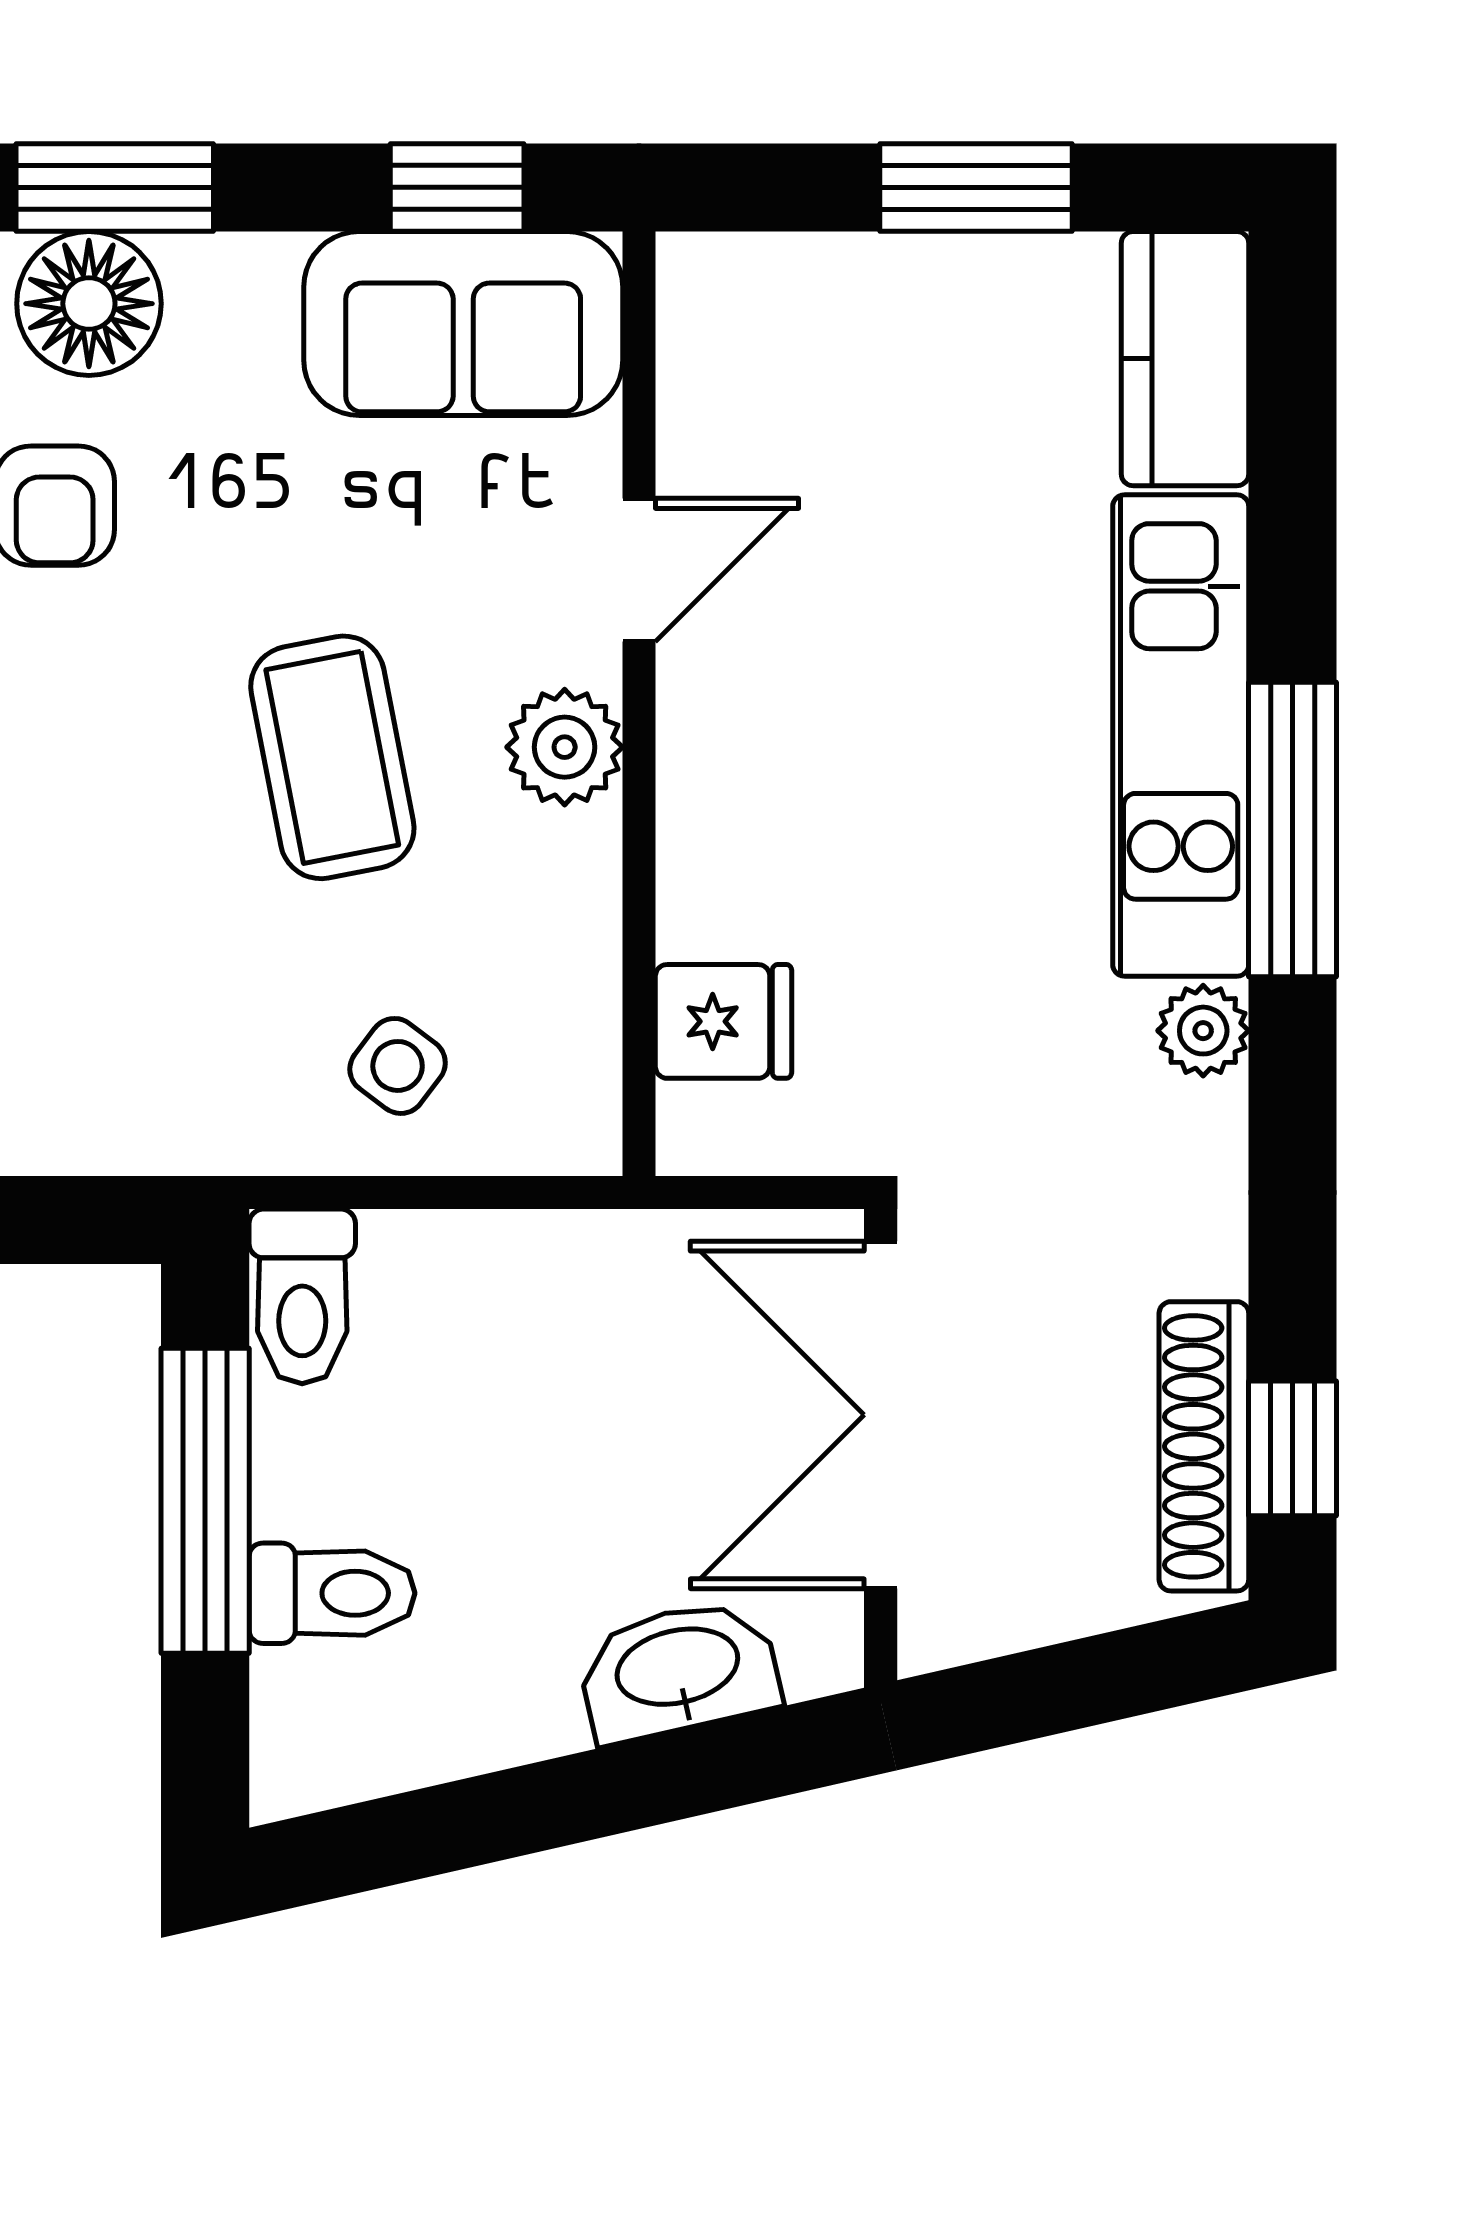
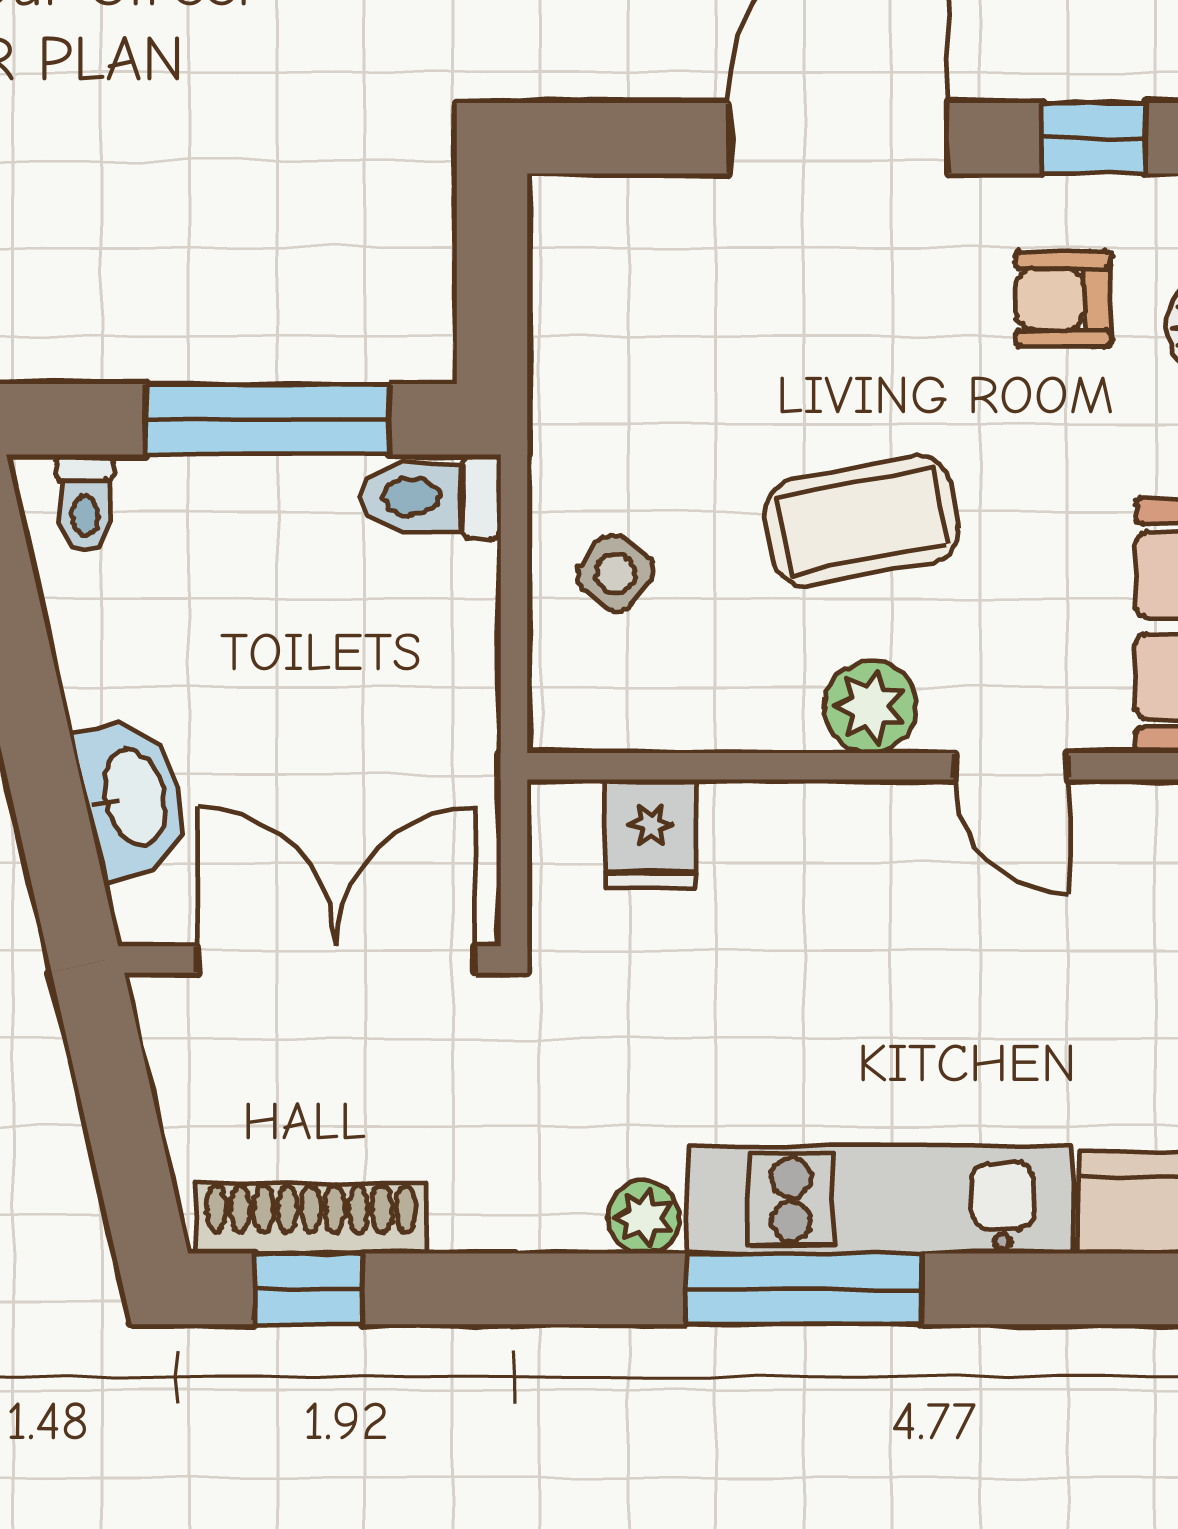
toilet: (332, 1593) -> (85, 502), moved, width x0.73, depth x0.72

